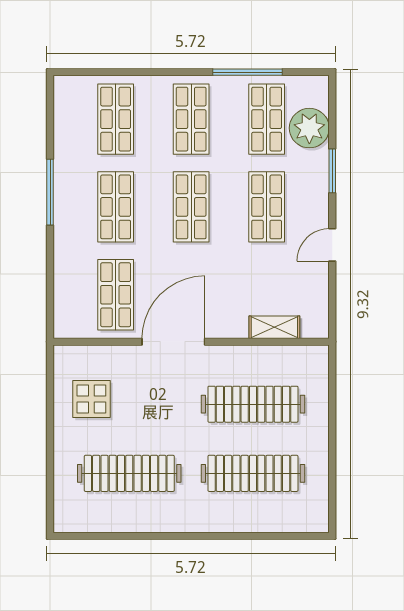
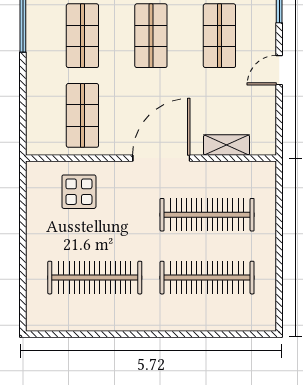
door: (173, 342) -> (161, 158), moved
display table: (91, 399) -> (79, 192), moved

